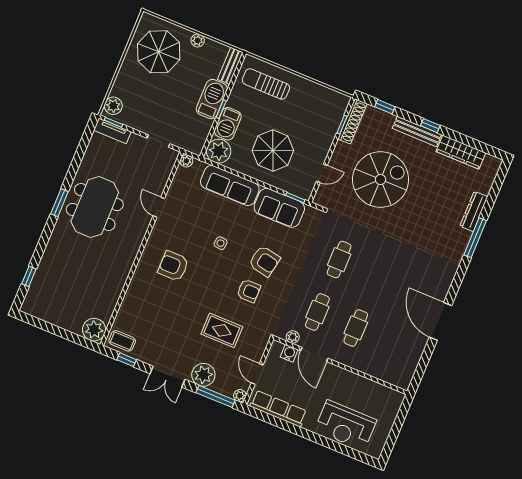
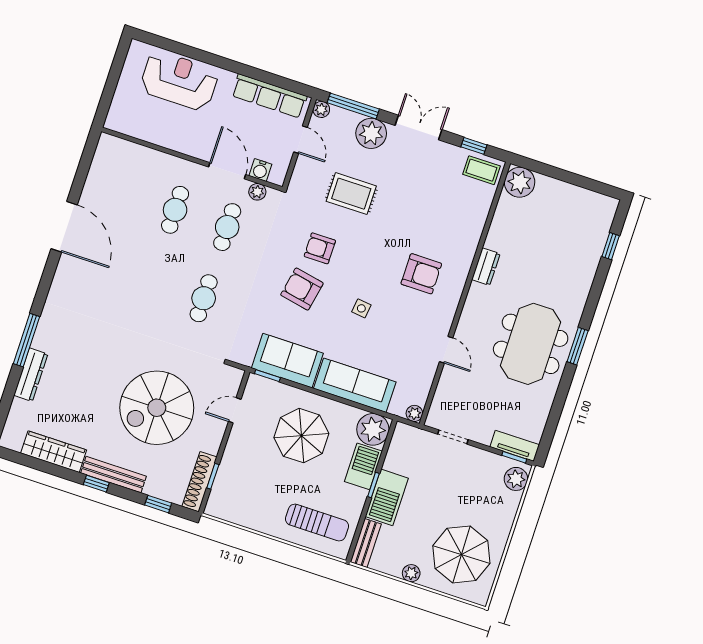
dresser: (124, 268) -> (486, 267), added

